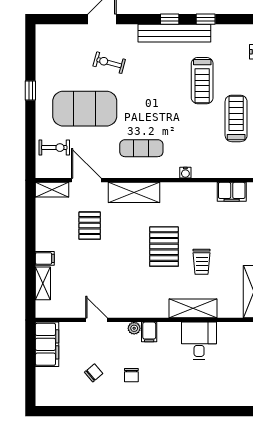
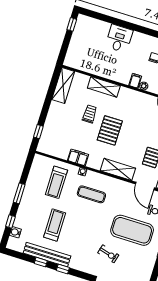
bench: (174, 33) -> (47, 255), moved
treadmill: (236, 118) -> (56, 182), moved
exercise mat: (141, 148) -> (91, 194), moved
filing cabinet: (232, 192) -> (78, 157), moved
desk: (199, 341) -> (119, 38), moved, turned 180

